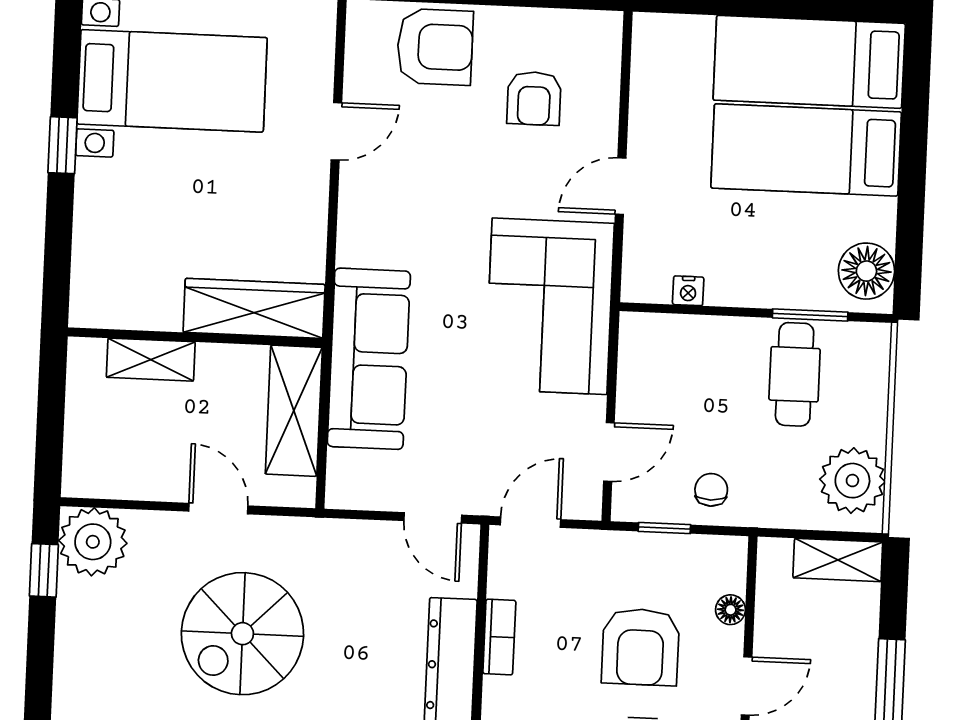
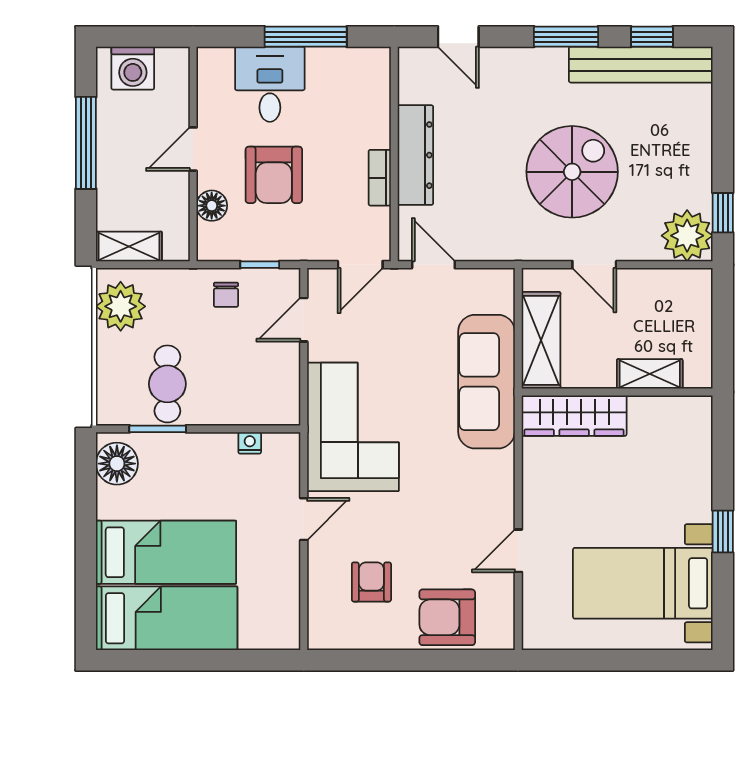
floor lamp: (731, 610) -> (212, 206), width x1.37, depth x1.37
armchair: (640, 647) -> (274, 175), turned 180

